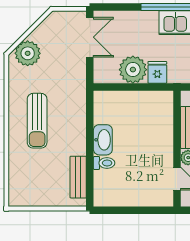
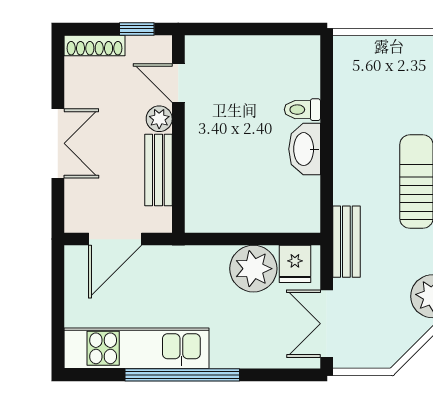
fridge: (157, 72) -> (295, 264), moved
bench: (78, 177) -> (346, 242), moved

